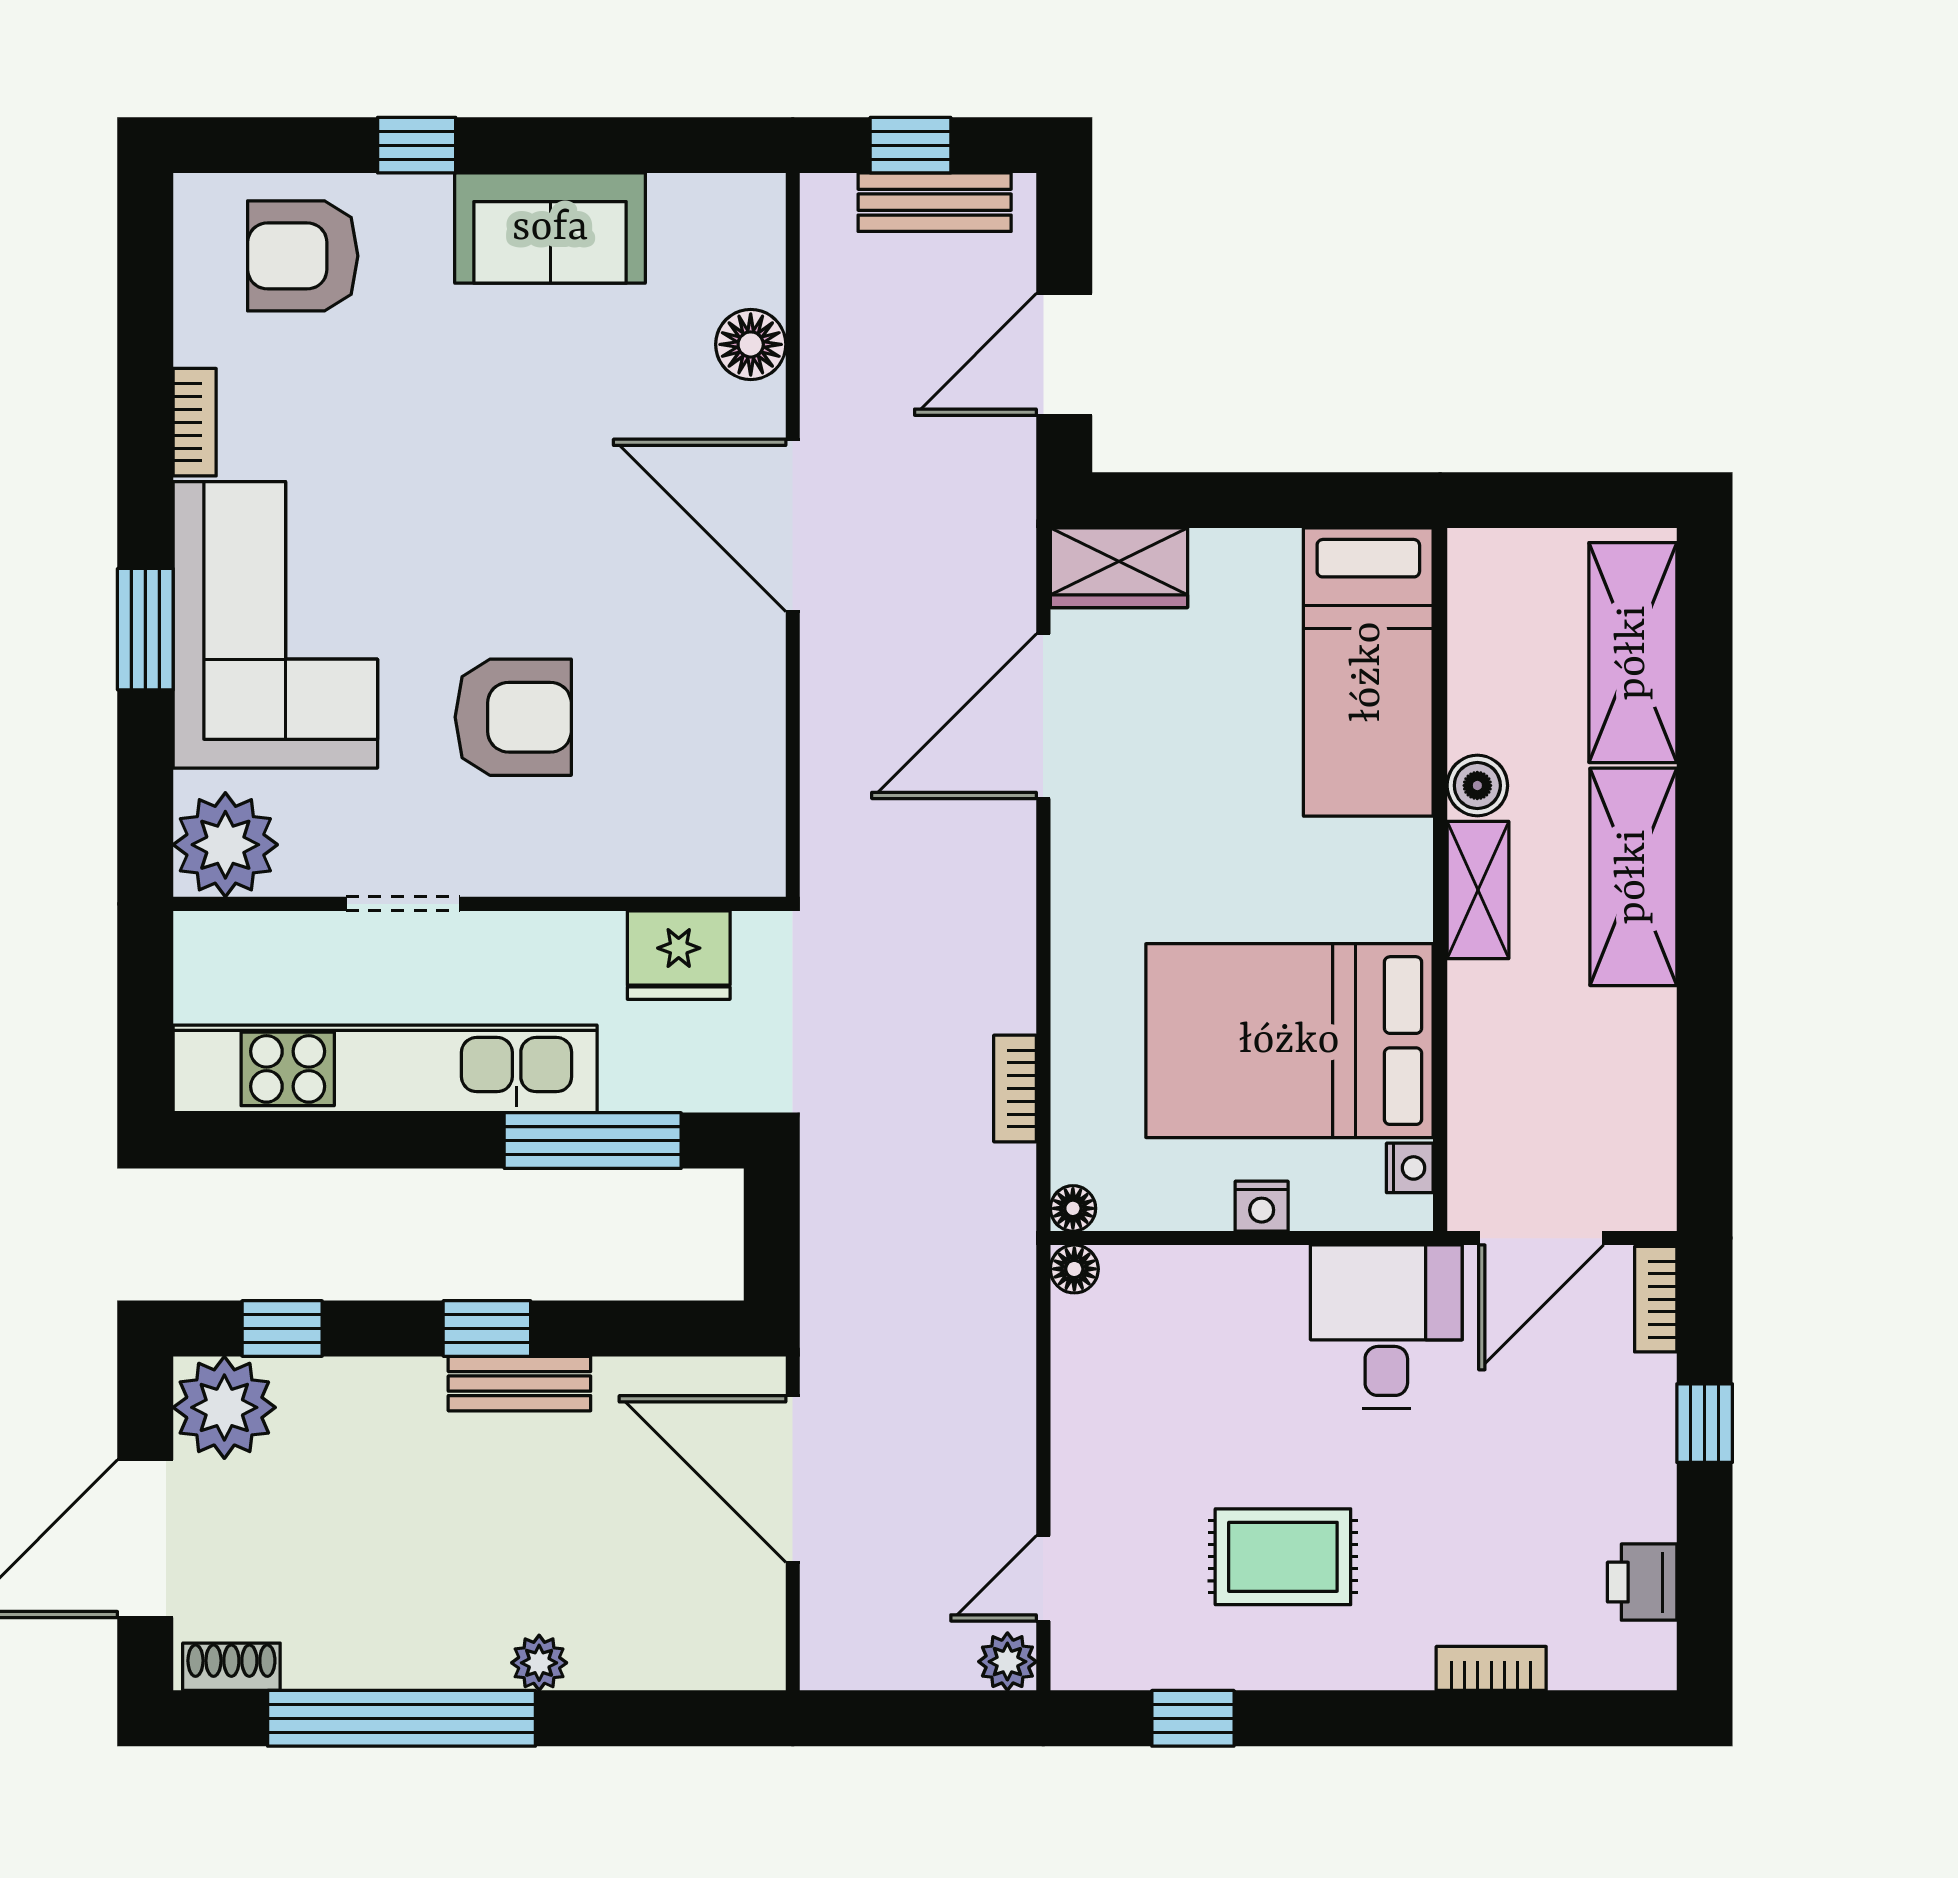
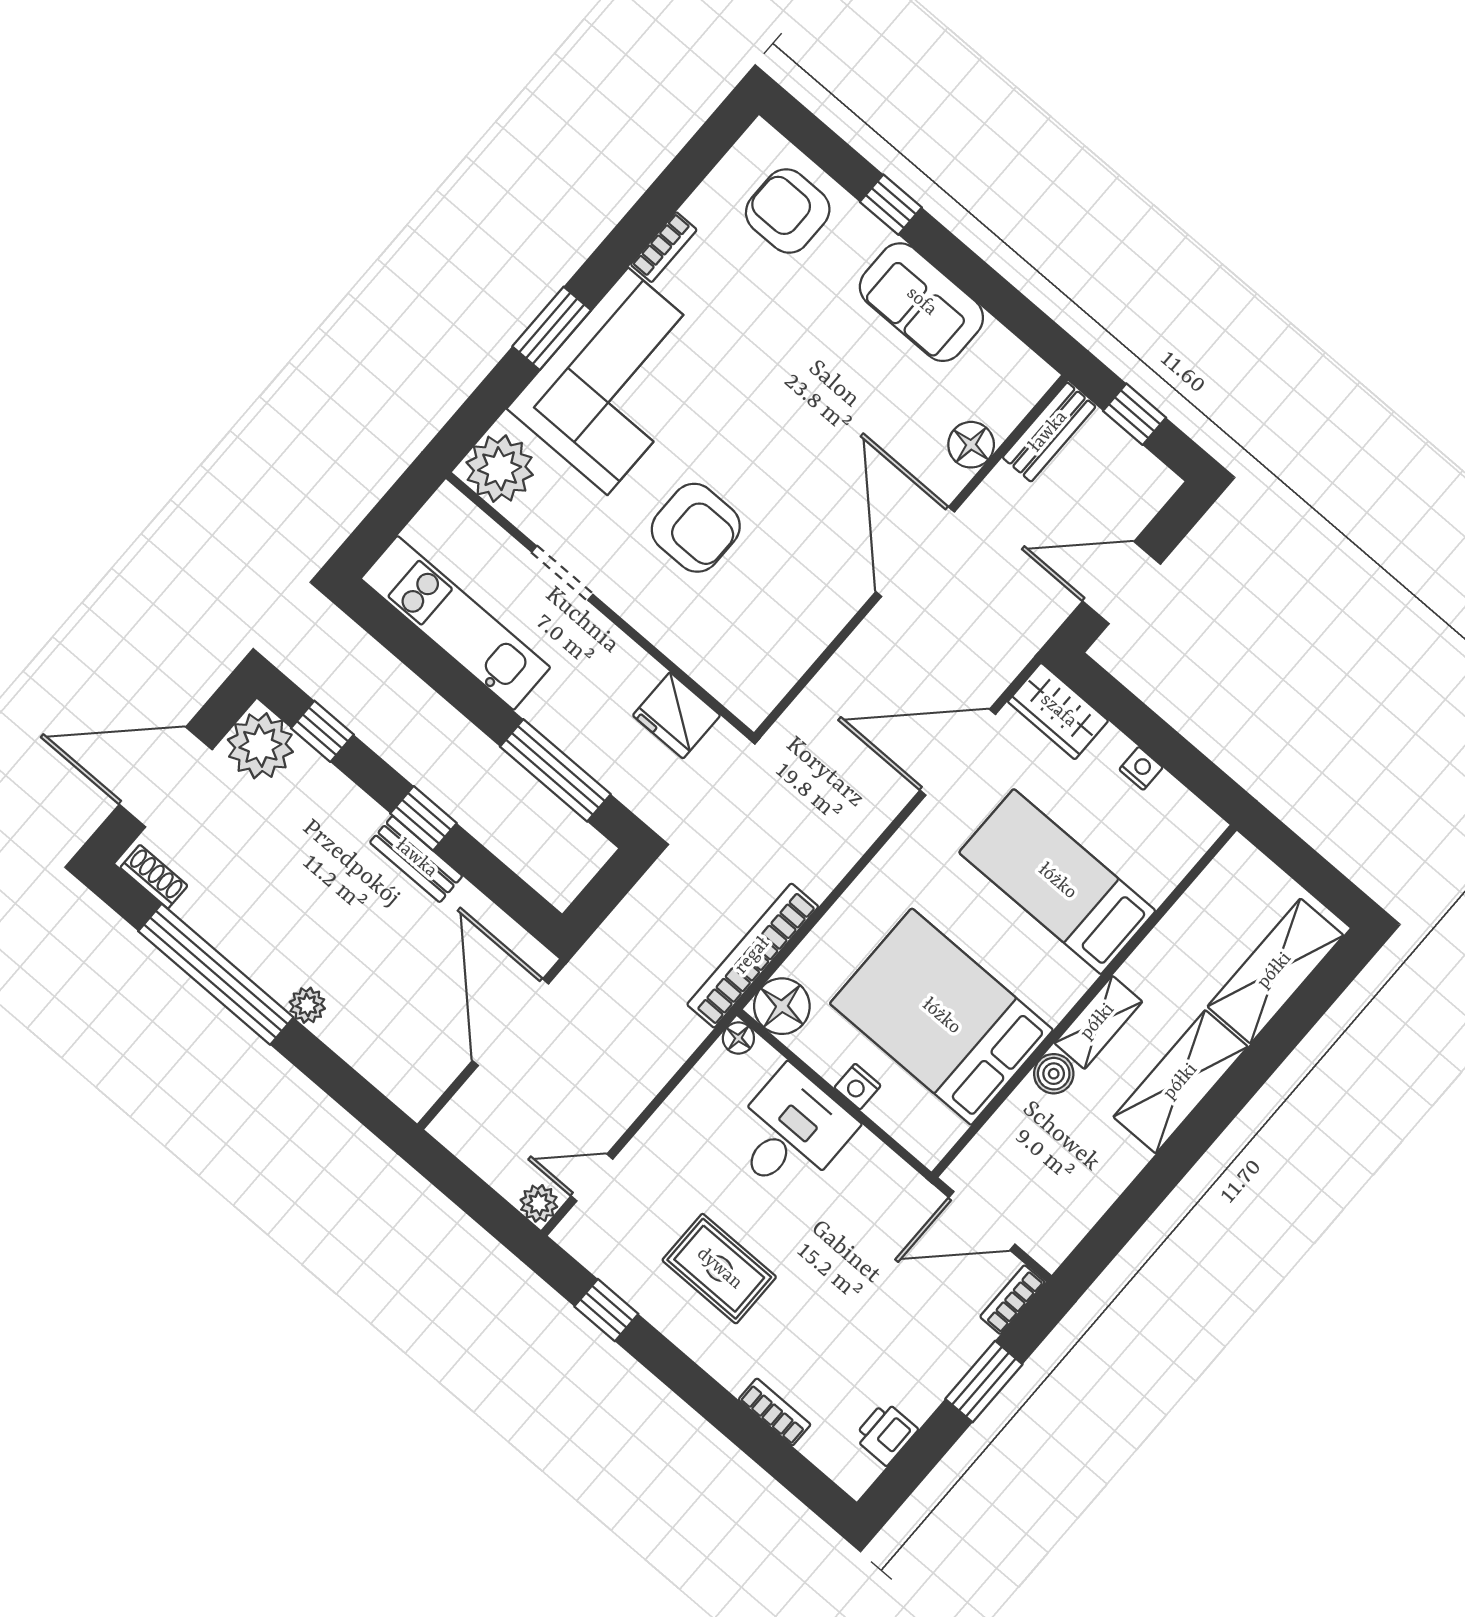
bench: (935, 202) -> (1049, 432), moved, turned 90
bed: (1368, 672) -> (1057, 882), moved, turned 90
boiler: (1477, 786) -> (1054, 1074), moved
kitchen unit: (385, 1069) -> (455, 623), width x0.73
bookcase: (1015, 1089) -> (753, 956), width x2.31, depth x1.31
nightstand: (1410, 1168) -> (1141, 768), moved, turned -90
floor lamp: (1073, 1208) -> (782, 1006), width x1.89, depth x1.89
desk: (1386, 1327) -> (790, 1132), moved
window: (1705, 1423) -> (984, 1382), width x1.50

